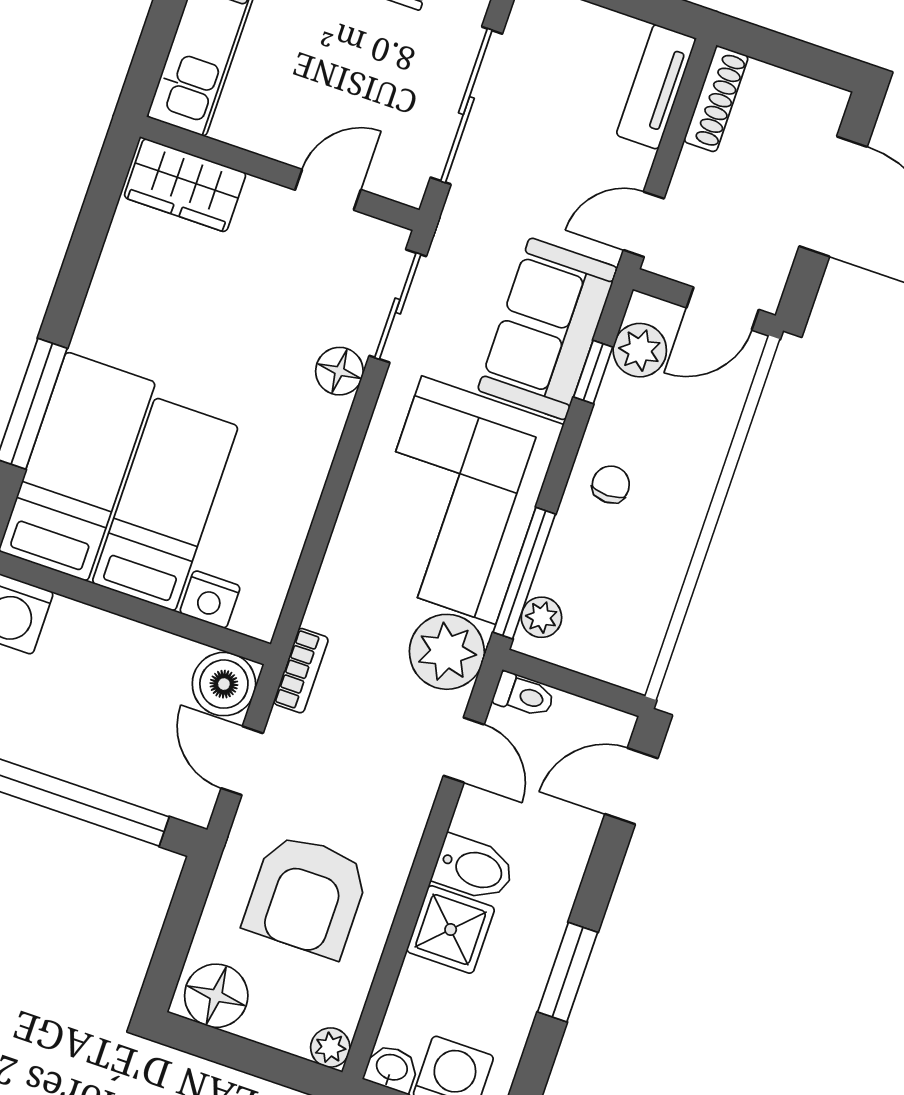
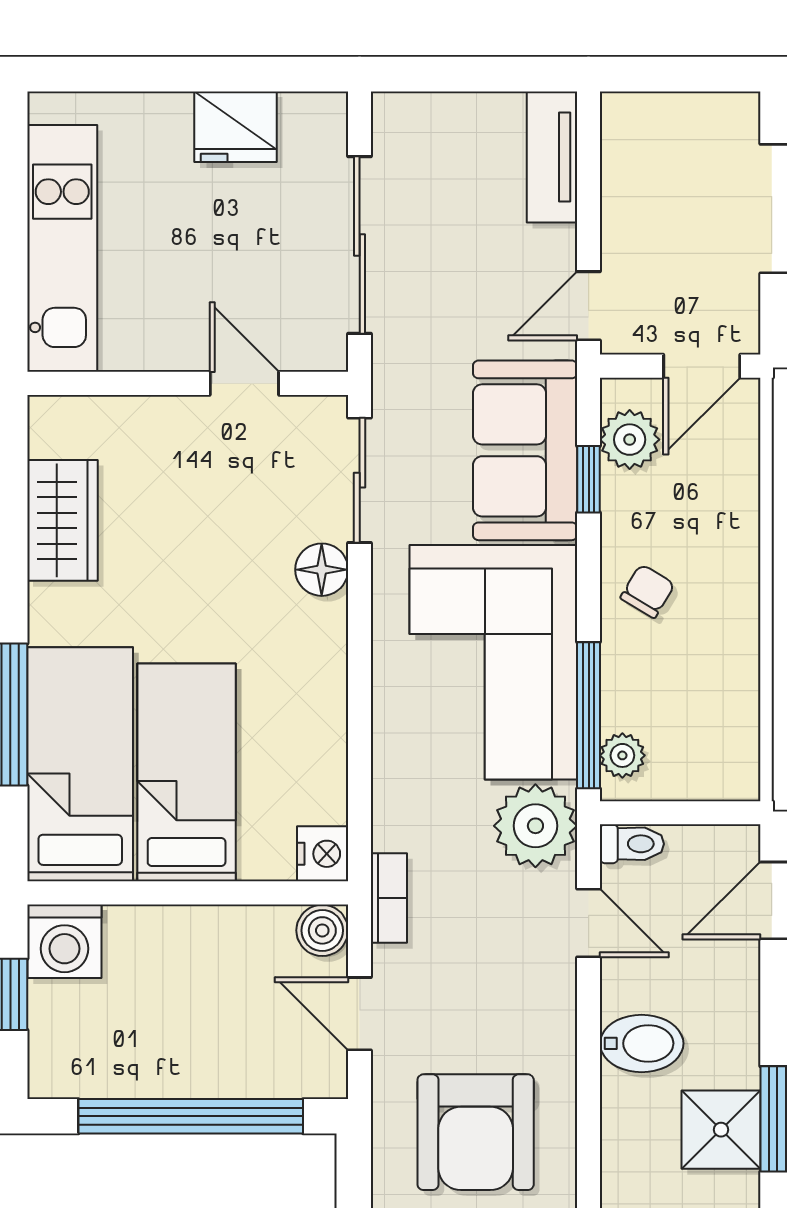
shoe rack: (716, 99) -> (619, 148), removed
wardrobe: (185, 185) -> (62, 520), moved, turned -90
door: (328, 190) -> (244, 383), hinge flipped
chair: (611, 484) -> (648, 591), turned 31
nightstand: (210, 599) -> (323, 854), moved, turned -90
boiler: (224, 684) -> (322, 930), width x0.73, depth x0.73
shower: (451, 930) -> (721, 1130), moved

